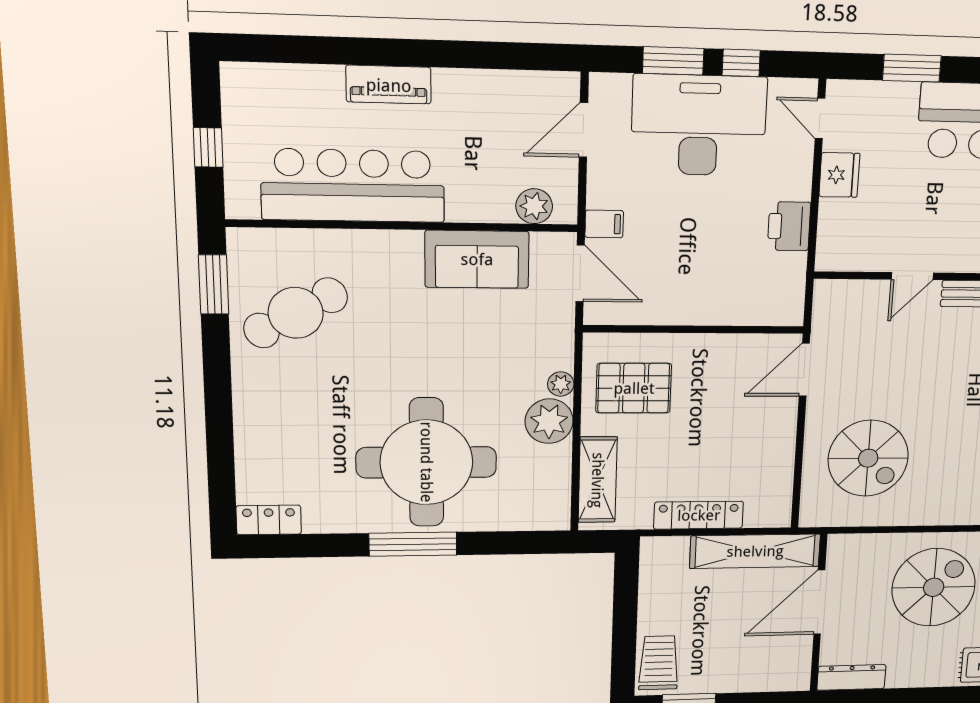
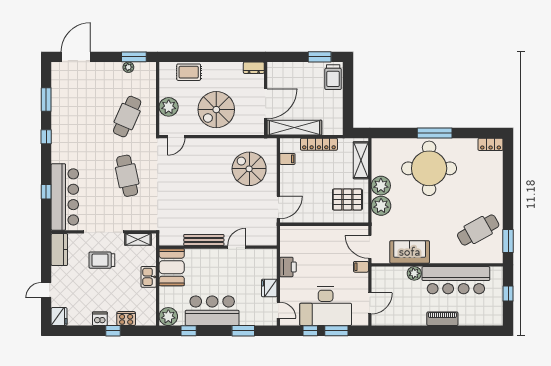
plant: (534, 206) -> (414, 273), moved
plant: (561, 384) -> (381, 206), width x1.87, depth x1.87
filing cabinet: (776, 481) -> (287, 159), added
dresser: (851, 677) -> (254, 68), width x0.70

